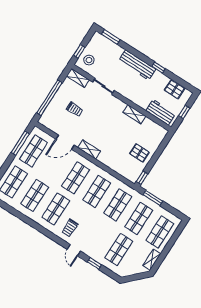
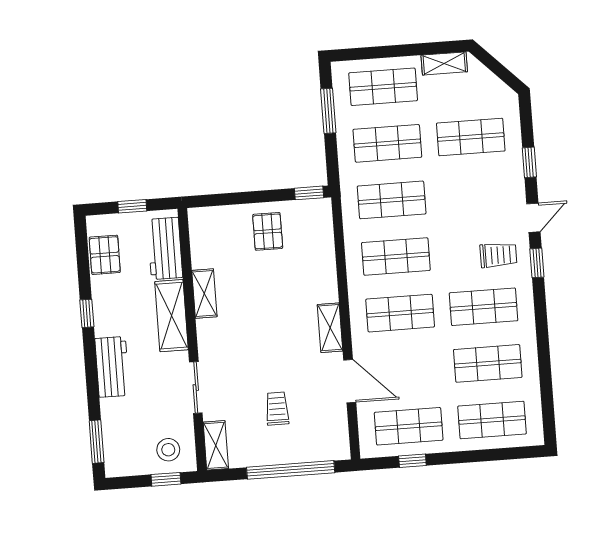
workbench: (137, 65) -> (112, 367), width x0.73
shelving: (135, 97) -> (172, 316), added
window: (20, 143) -> (412, 461), width x0.46
window: (153, 198) -> (328, 111), moved
window: (57, 239) -> (537, 263), added

